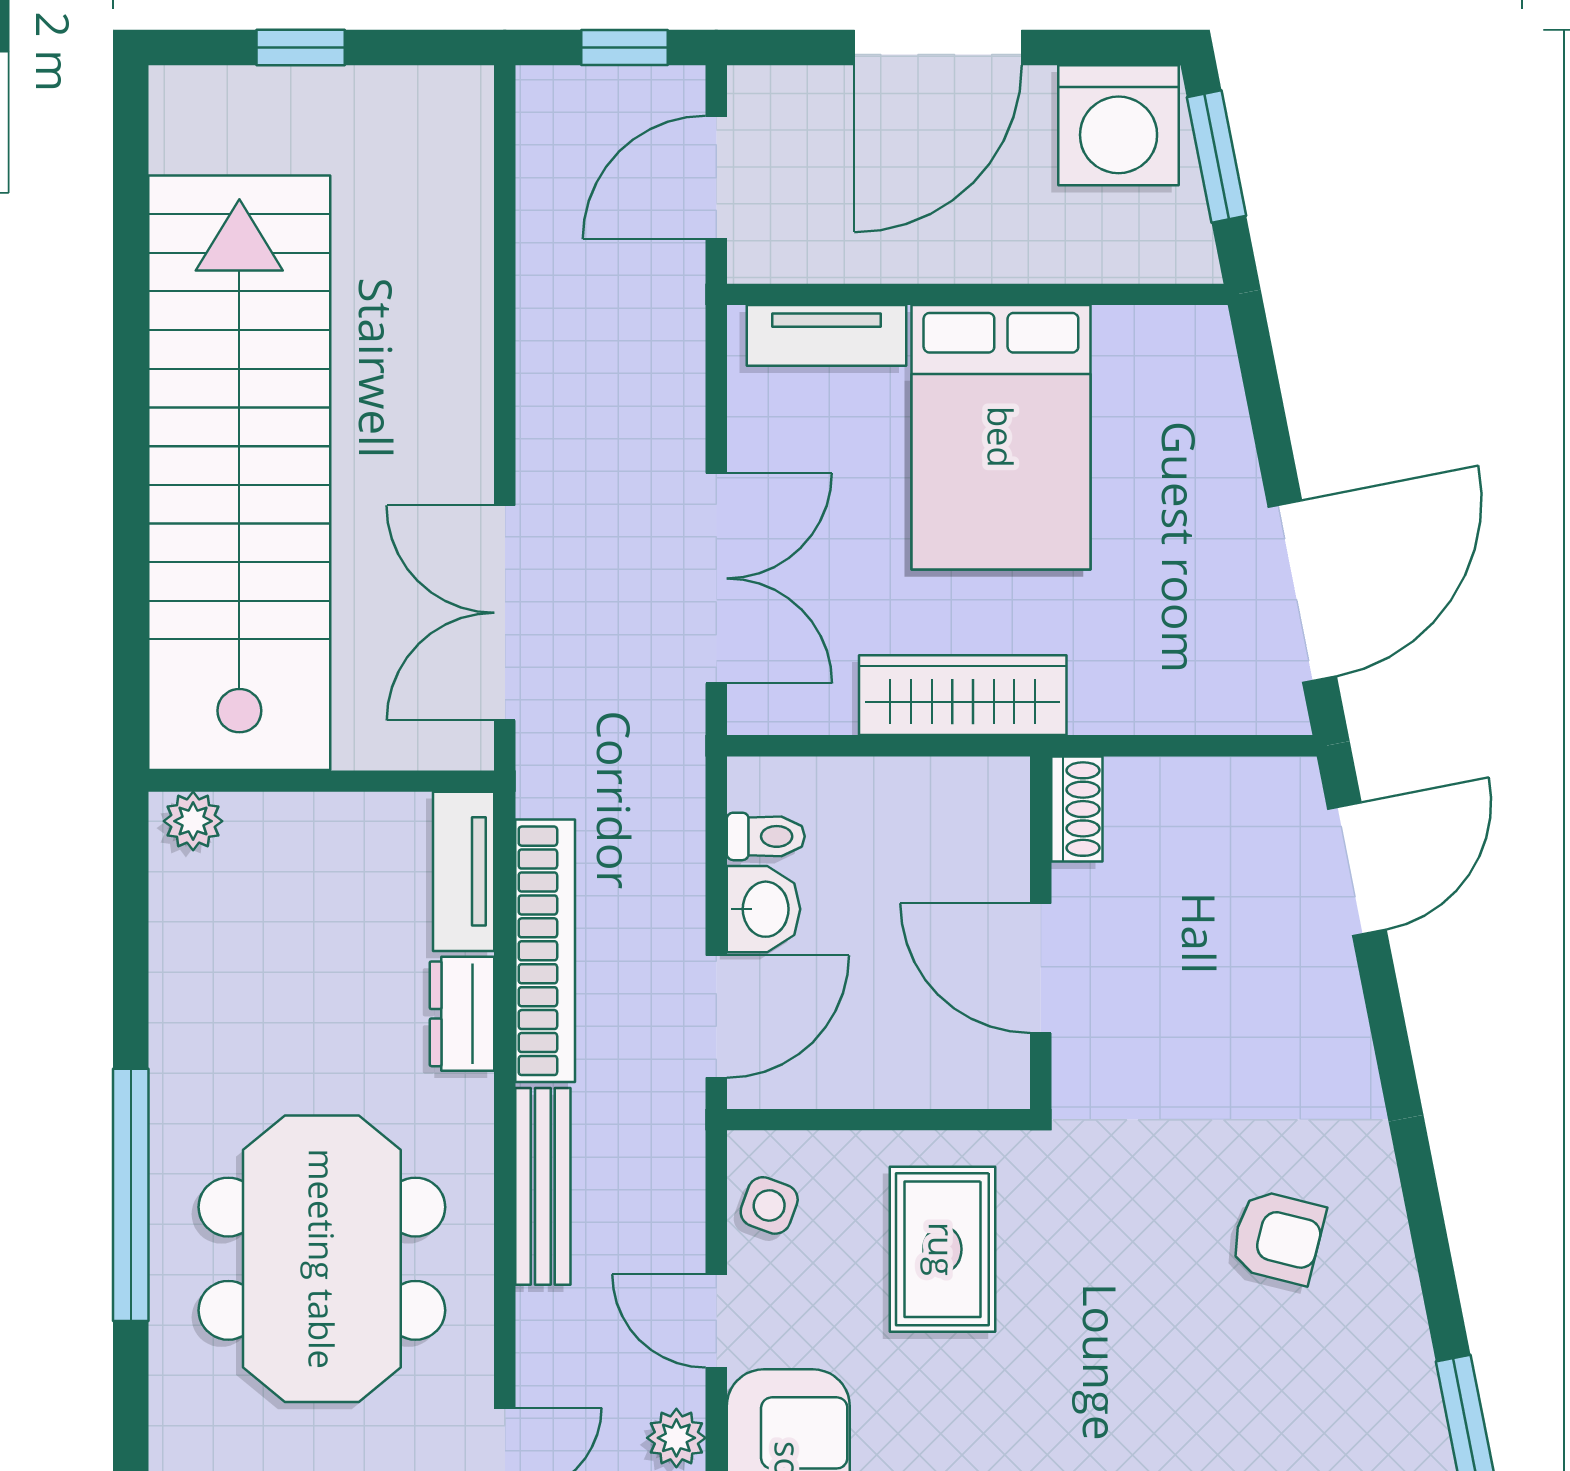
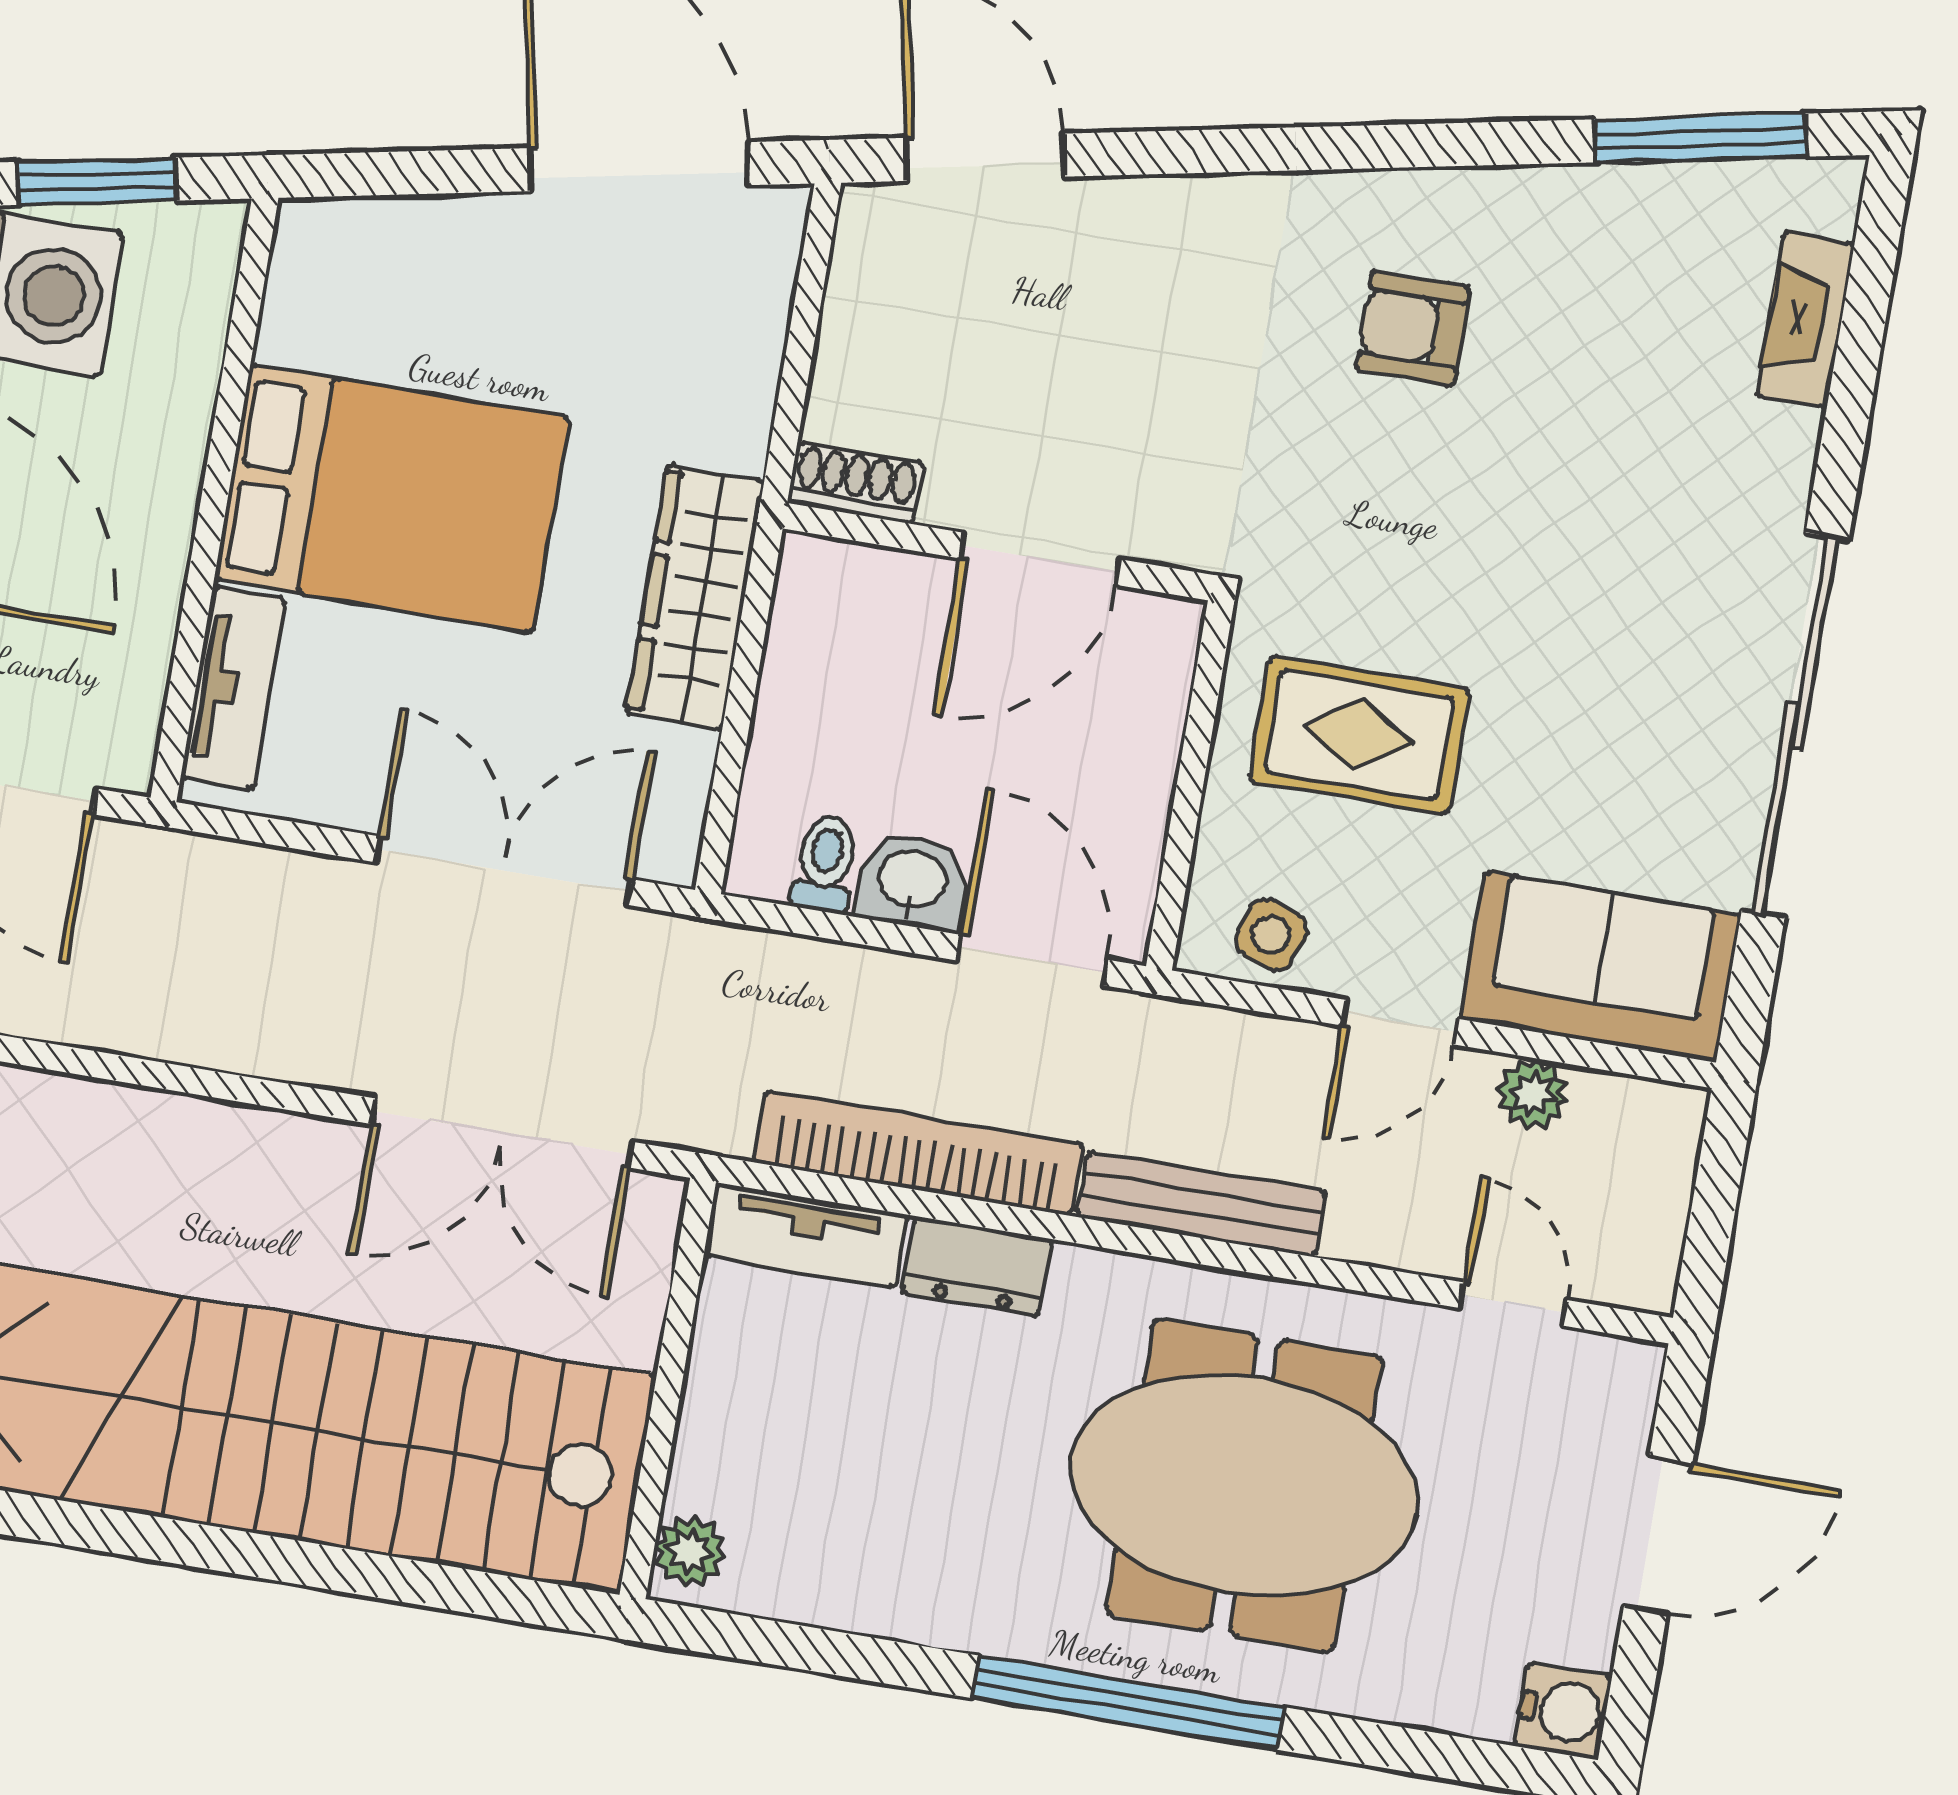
armchair: (1278, 1237) -> (1413, 328), turned -104

